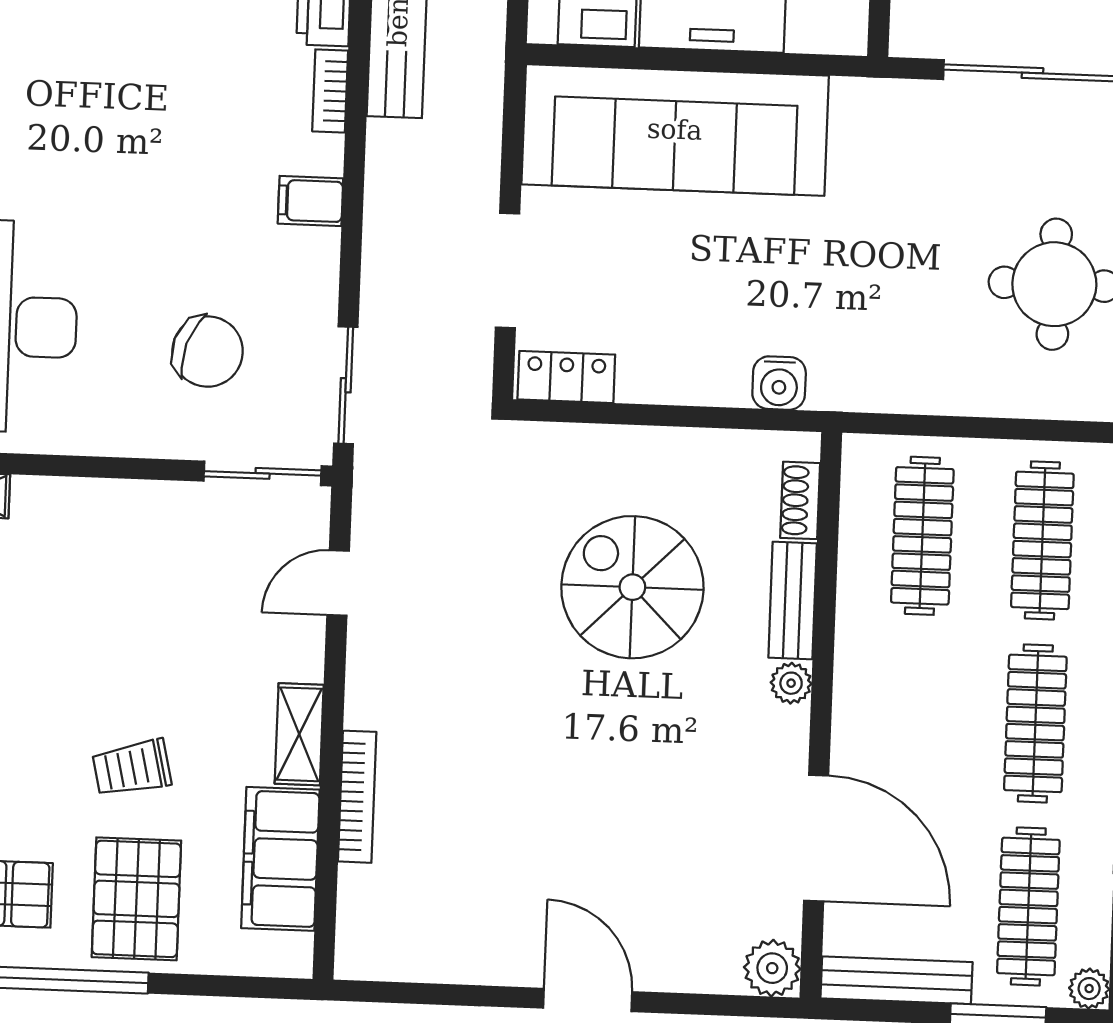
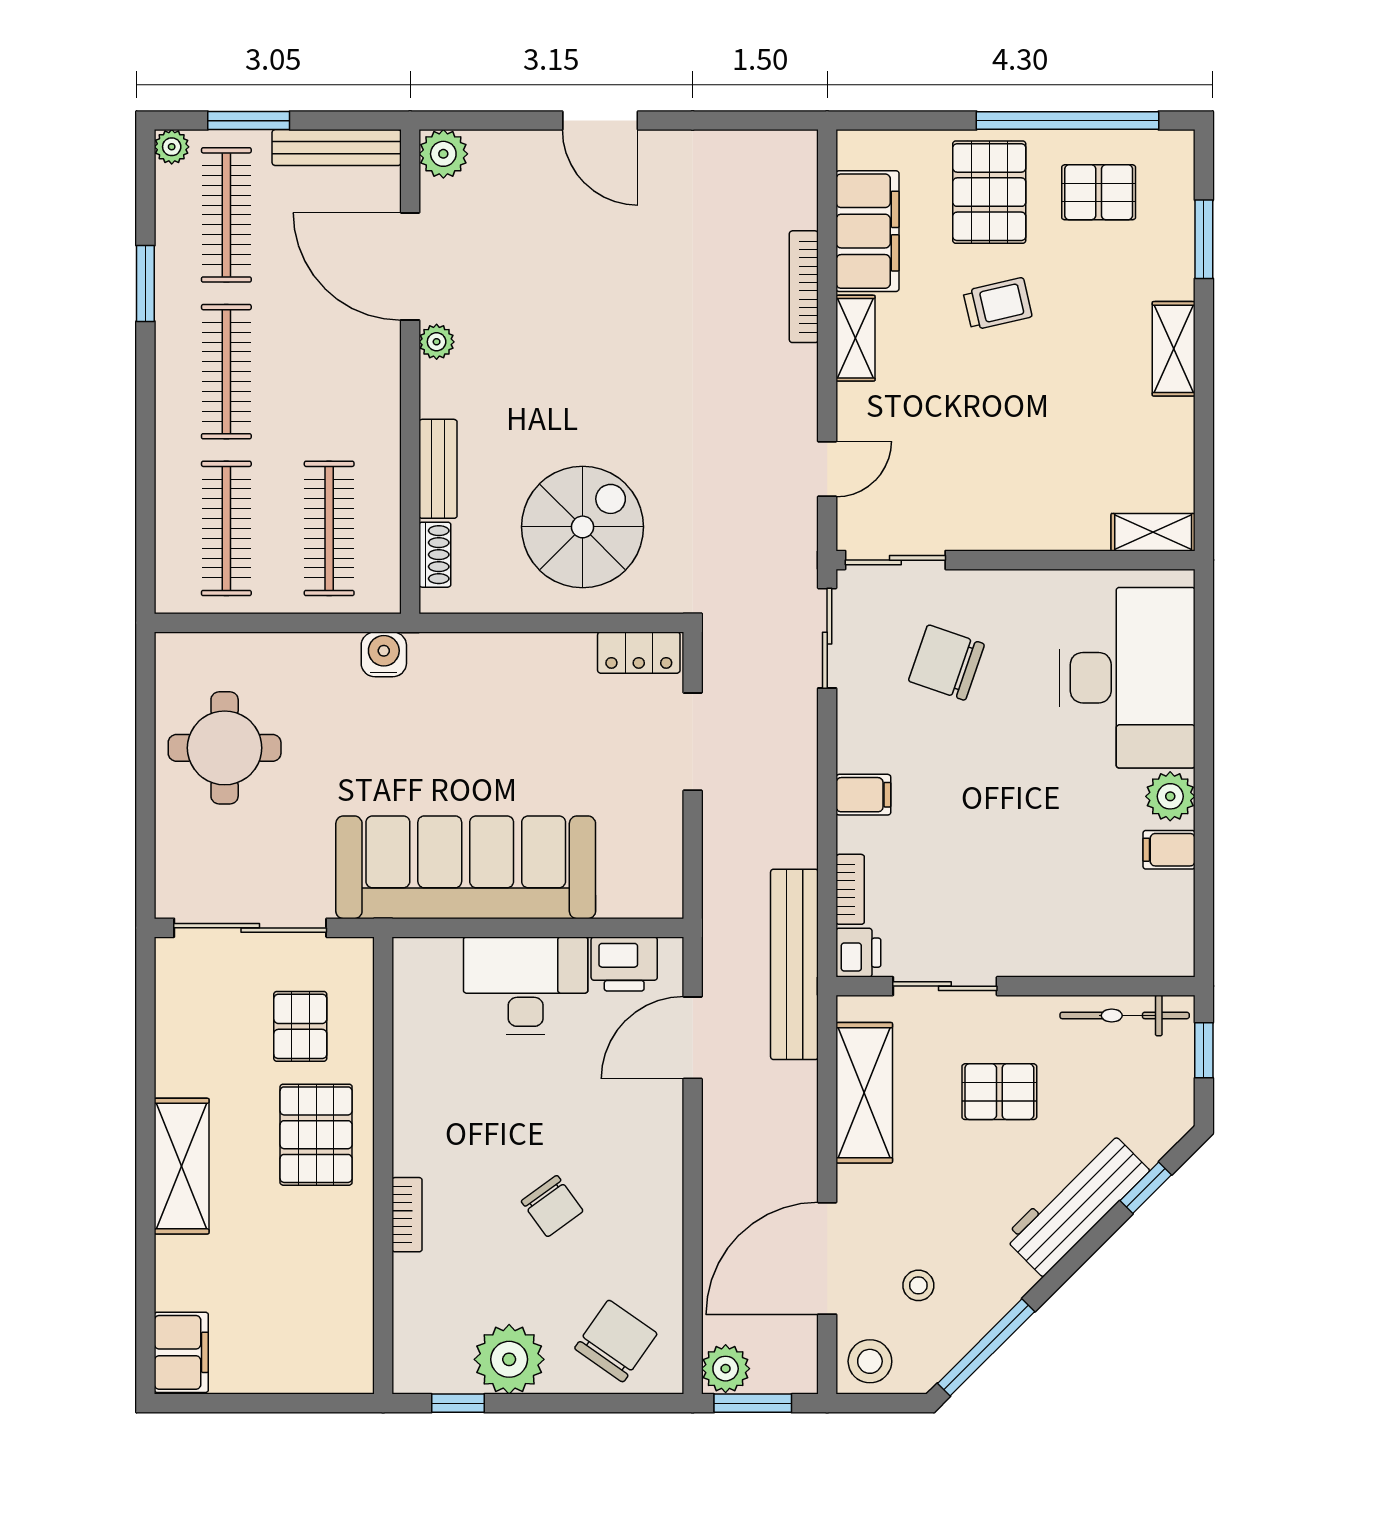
sofa: (675, 130) -> (466, 867), moved
water cooler: (779, 383) -> (384, 654), moved
spiral stairs: (632, 587) -> (583, 527), moved, turned -90
plant: (791, 683) -> (437, 342), moved

